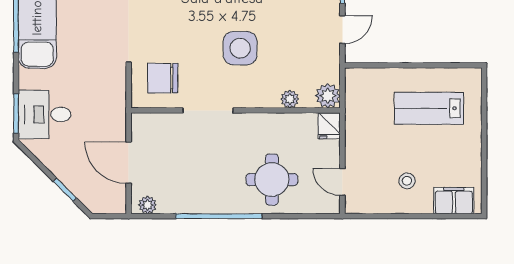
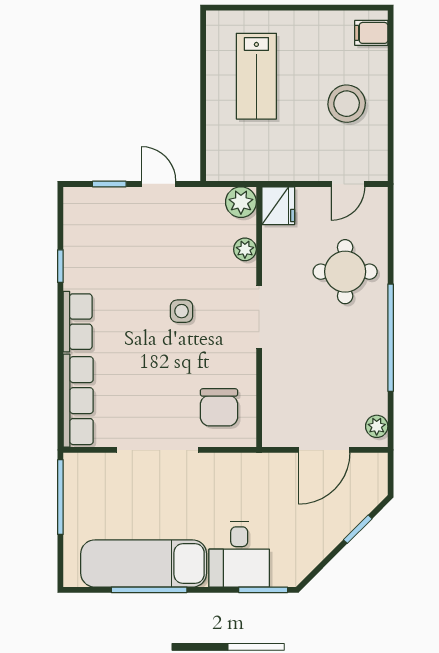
side table: (240, 48) -> (182, 311), width x0.54, depth x0.54
doorway: (208, 110) -> (259, 317), moved
desk: (45, 114) -> (239, 554), moved
fridge: (329, 126) -> (278, 206), width x1.38
stool: (407, 181) -> (347, 104), width x1.89, depth x1.89
filing cabinet: (454, 201) -> (371, 33), width x0.50

